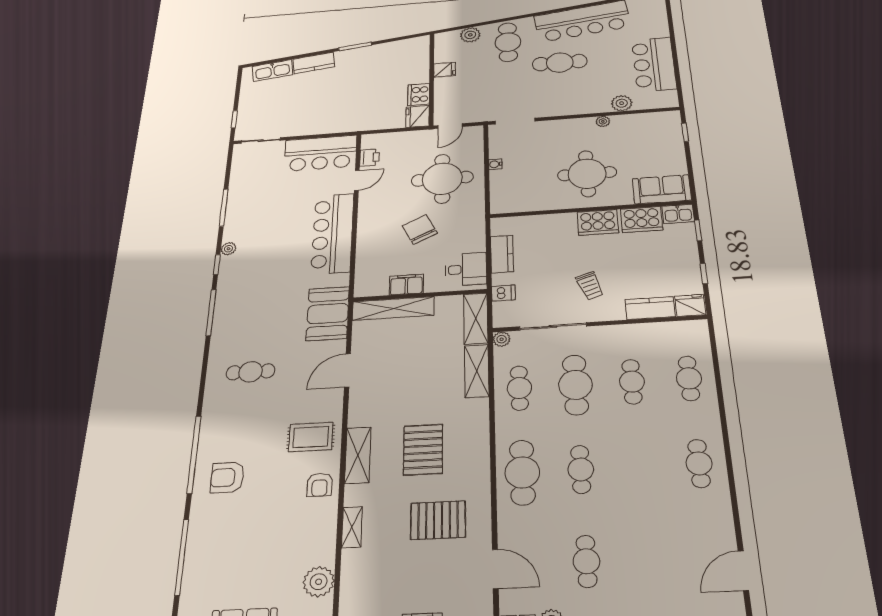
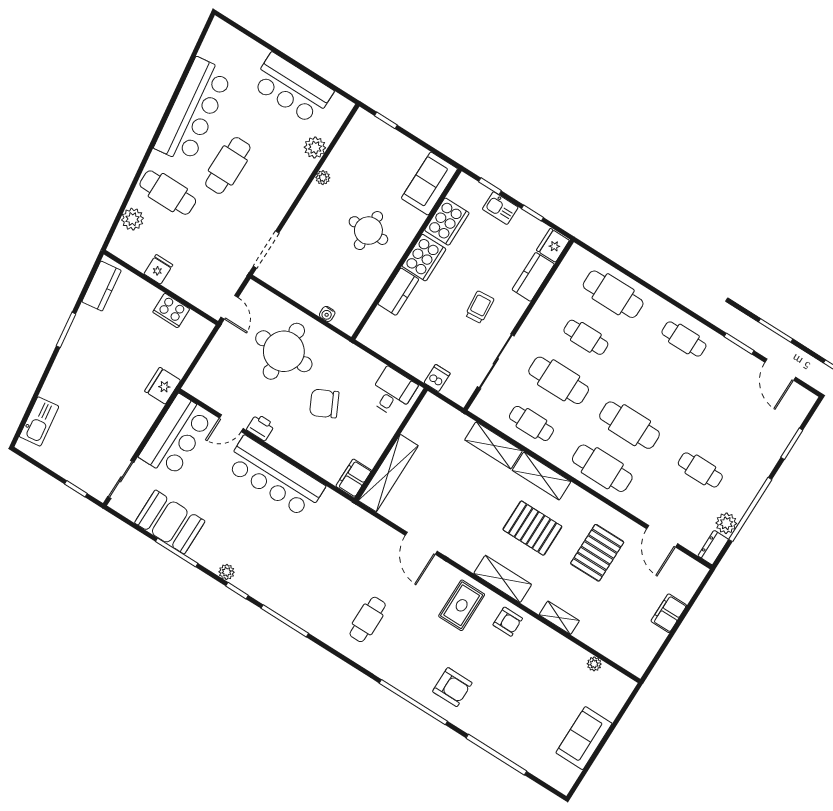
kitchen counter: (314, 63) -> (102, 286), moved
fridge: (418, 116) -> (163, 386), moved, turned 90
printer: (370, 158) -> (261, 427), moved
water cooler: (495, 164) -> (327, 314), moved
round table: (587, 174) -> (368, 231), width x0.73, depth x0.73
door: (357, 180) -> (231, 423), swing flipped
kitchen sink: (678, 214) -> (500, 208), moved, turned 90
kitchen counter: (502, 254) -> (398, 292), moved, turned 90
filing cabinet: (406, 285) -> (354, 478), moved
trolley: (590, 286) -> (480, 307), turned -76
booth: (328, 314) -> (170, 522), moved
shelving: (476, 319) -> (542, 476), moved
plant: (502, 339) -> (479, 408), removed
cafe table: (689, 378) -> (613, 294), width x1.37, depth x1.35
cafe table: (581, 469) -> (629, 425), width x1.37, depth x1.35
armchair: (227, 477) -> (452, 687), turned -90
window: (736, 515) -> (739, 344), added
door: (495, 569) -> (662, 536), swing flipped
plant: (319, 582) -> (594, 664), width x0.53, depth x0.53

